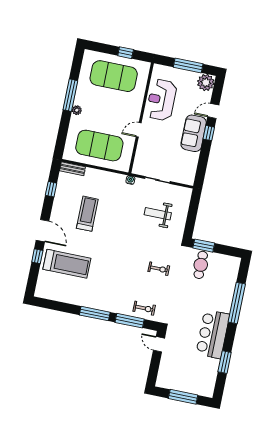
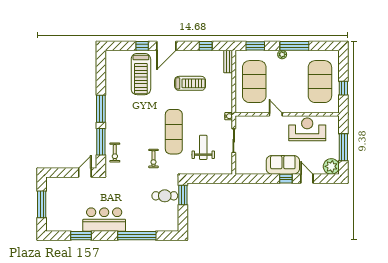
window: (62, 137) -> (255, 46), added
exercise mat: (135, 241) -> (174, 132), added

